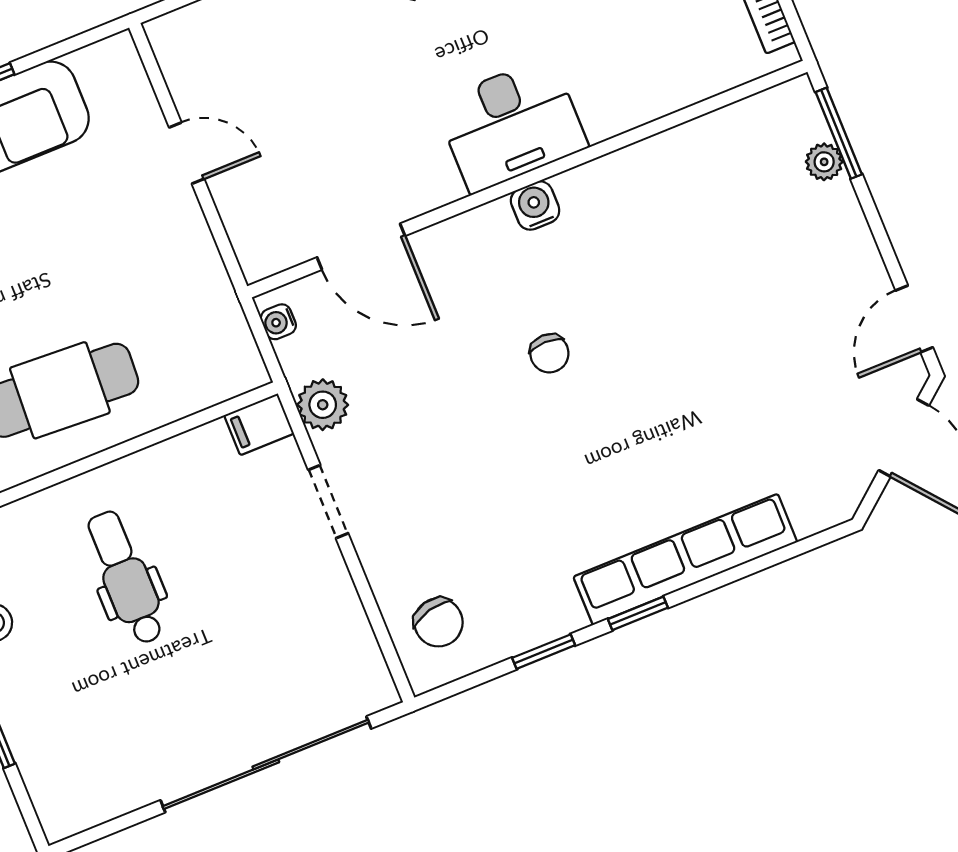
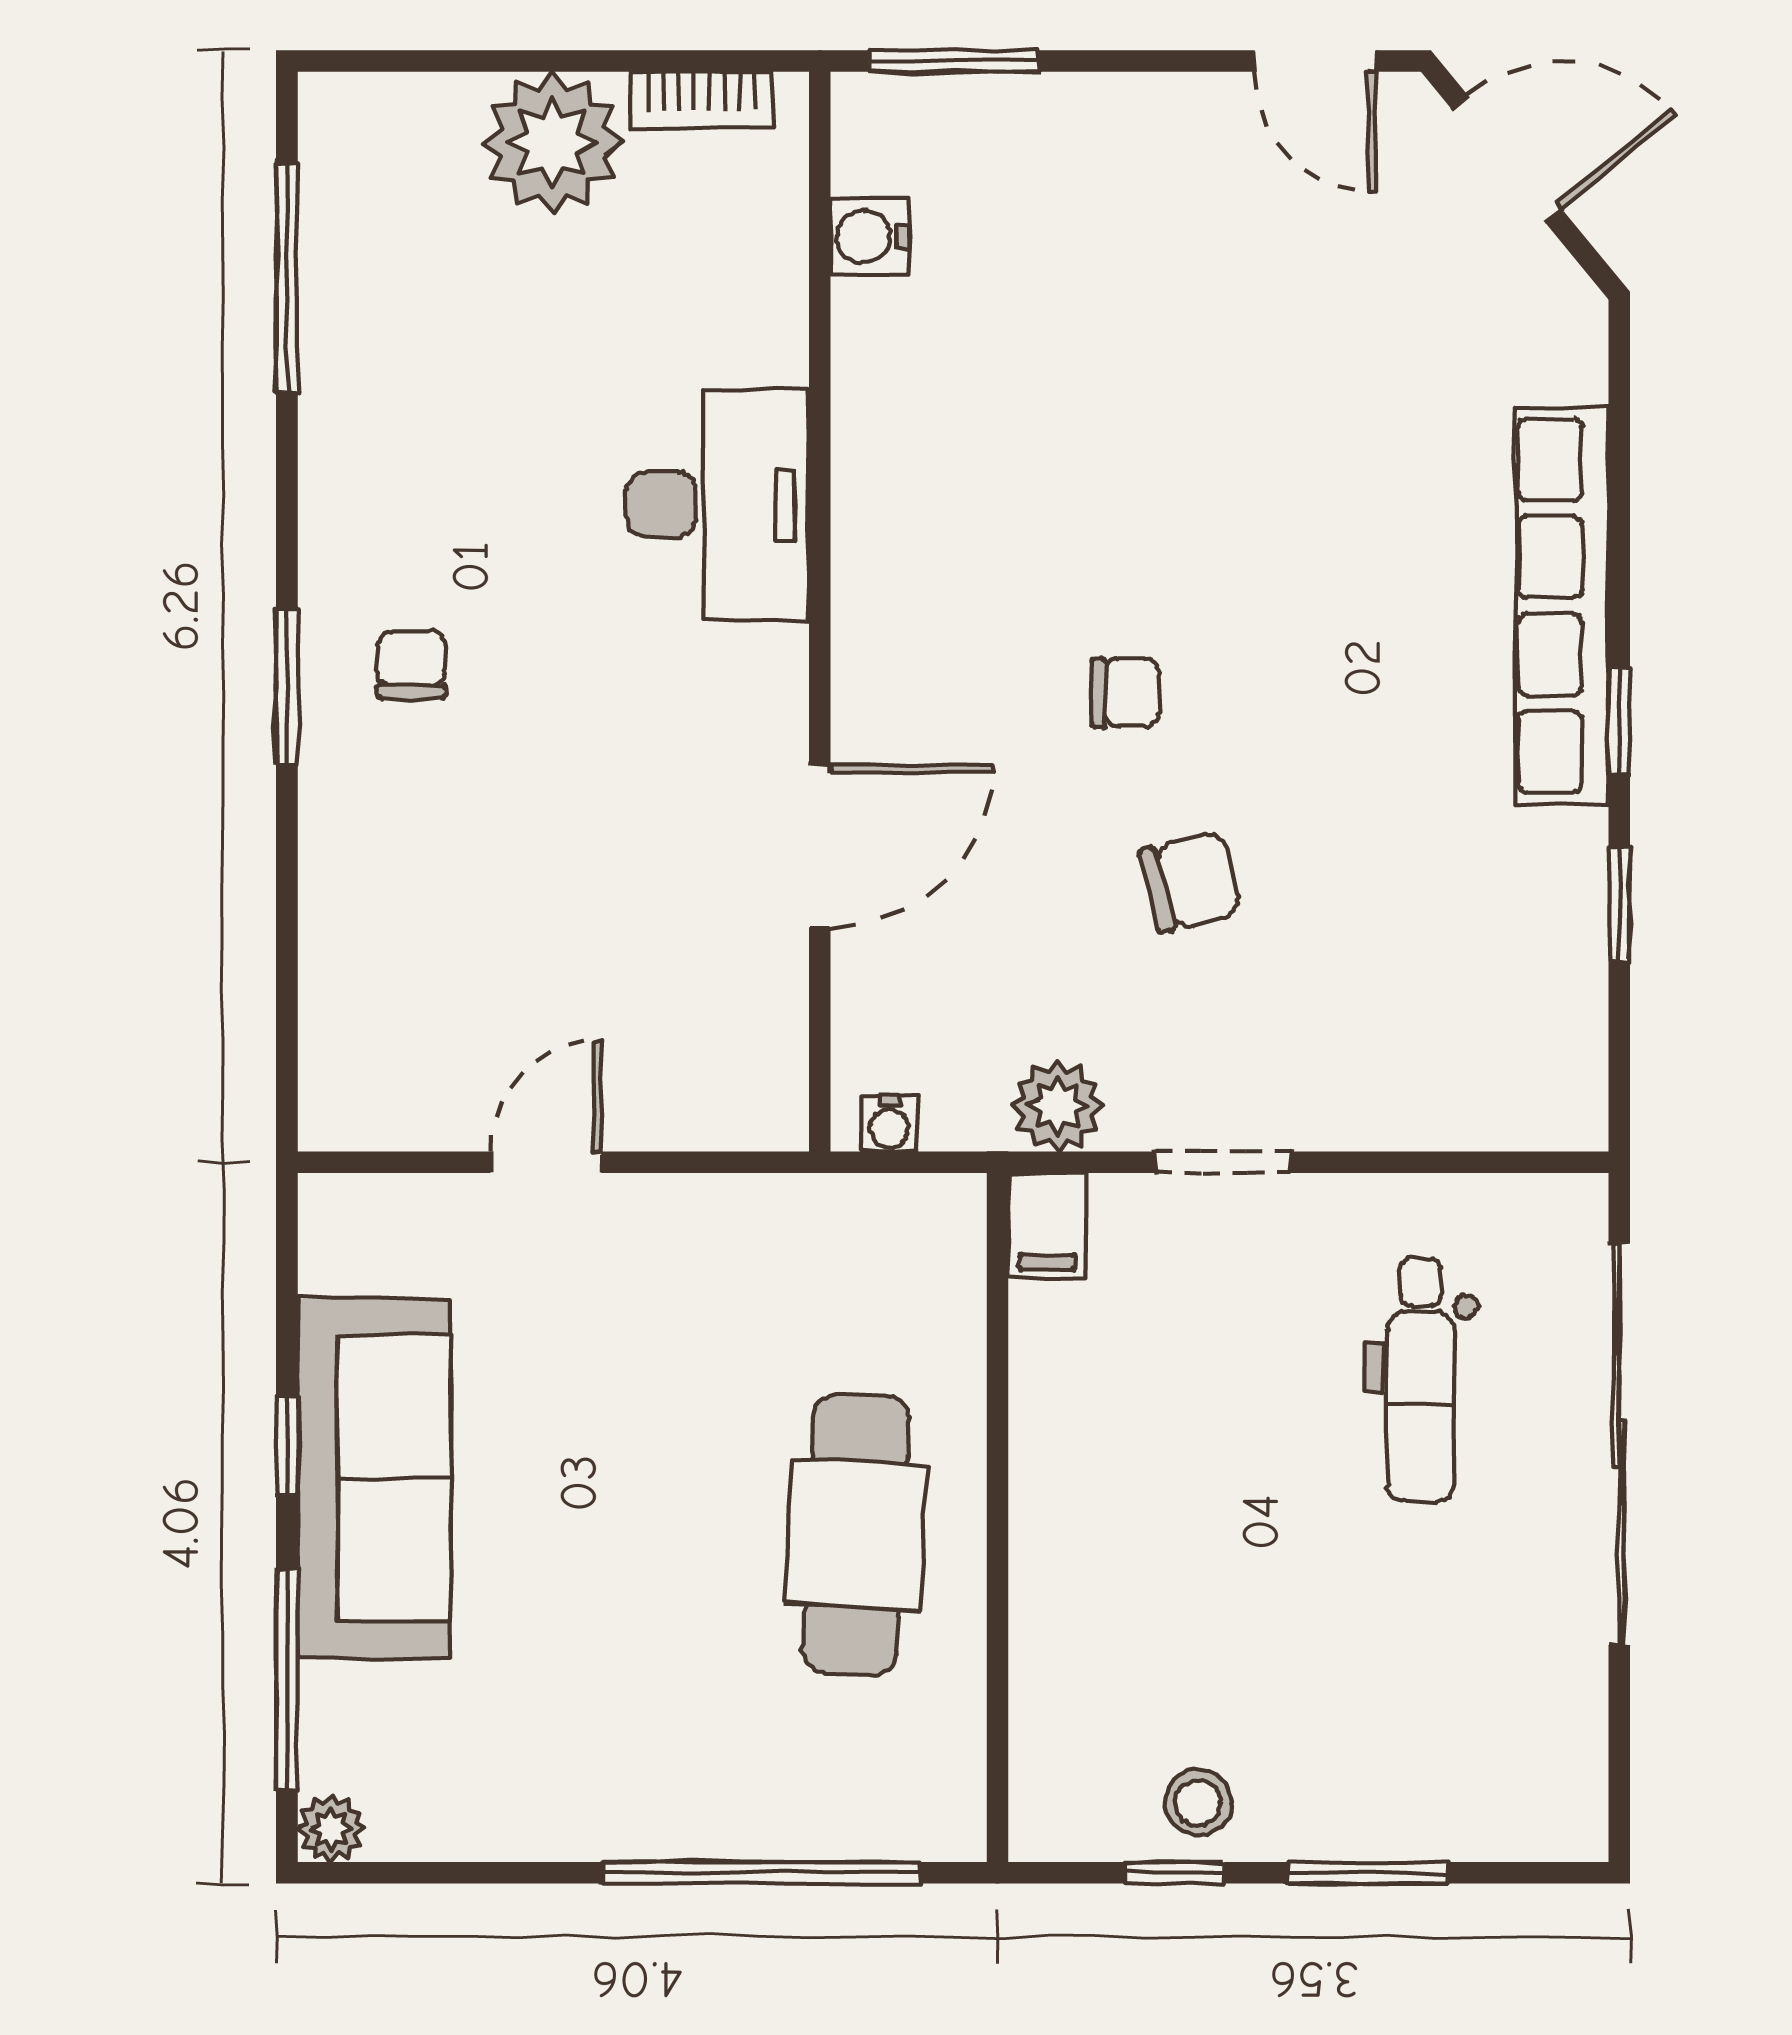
desk: (511, 125) -> (718, 505), moved
plant: (824, 162) -> (992, 105), removed
water cooler: (535, 206) -> (869, 237), moved
door: (361, 247) -> (820, 846), moved
dental chair: (126, 578) -> (1421, 1380), moved, turned -90
chair: (439, 622) -> (1190, 882), moved

